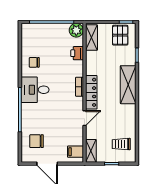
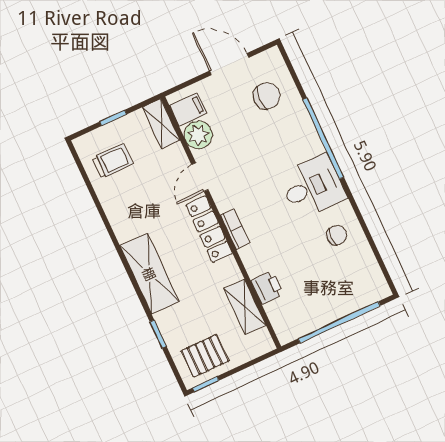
plant: (76, 30) -> (198, 135), moved
pallet: (120, 35) -> (205, 356), turned 90
shelving: (92, 38) -> (245, 307), moved

